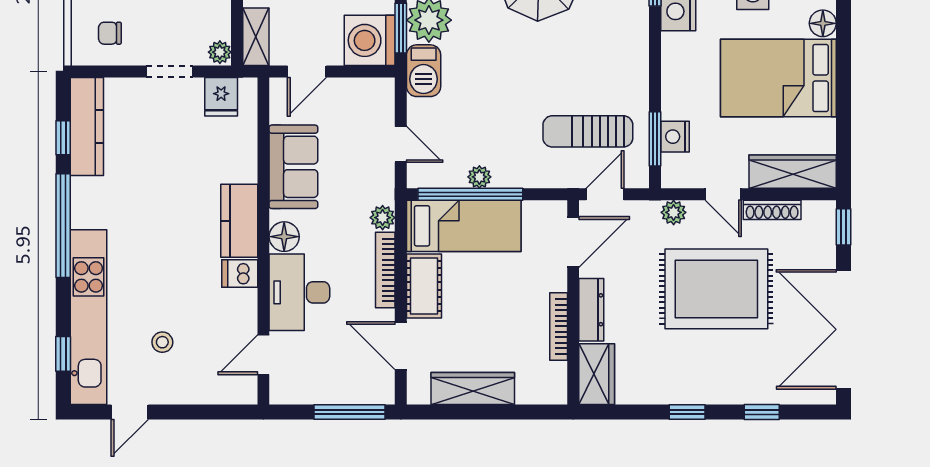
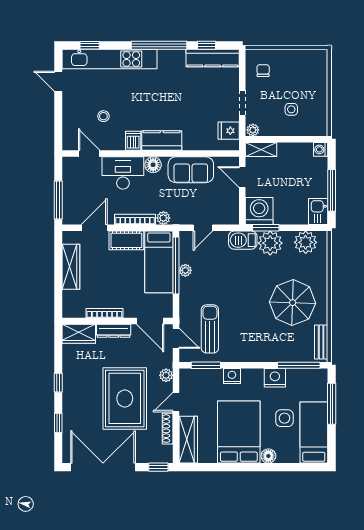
nightstand: (675, 137) -> (232, 376), moved
stool: (162, 342) -> (103, 116), moved

